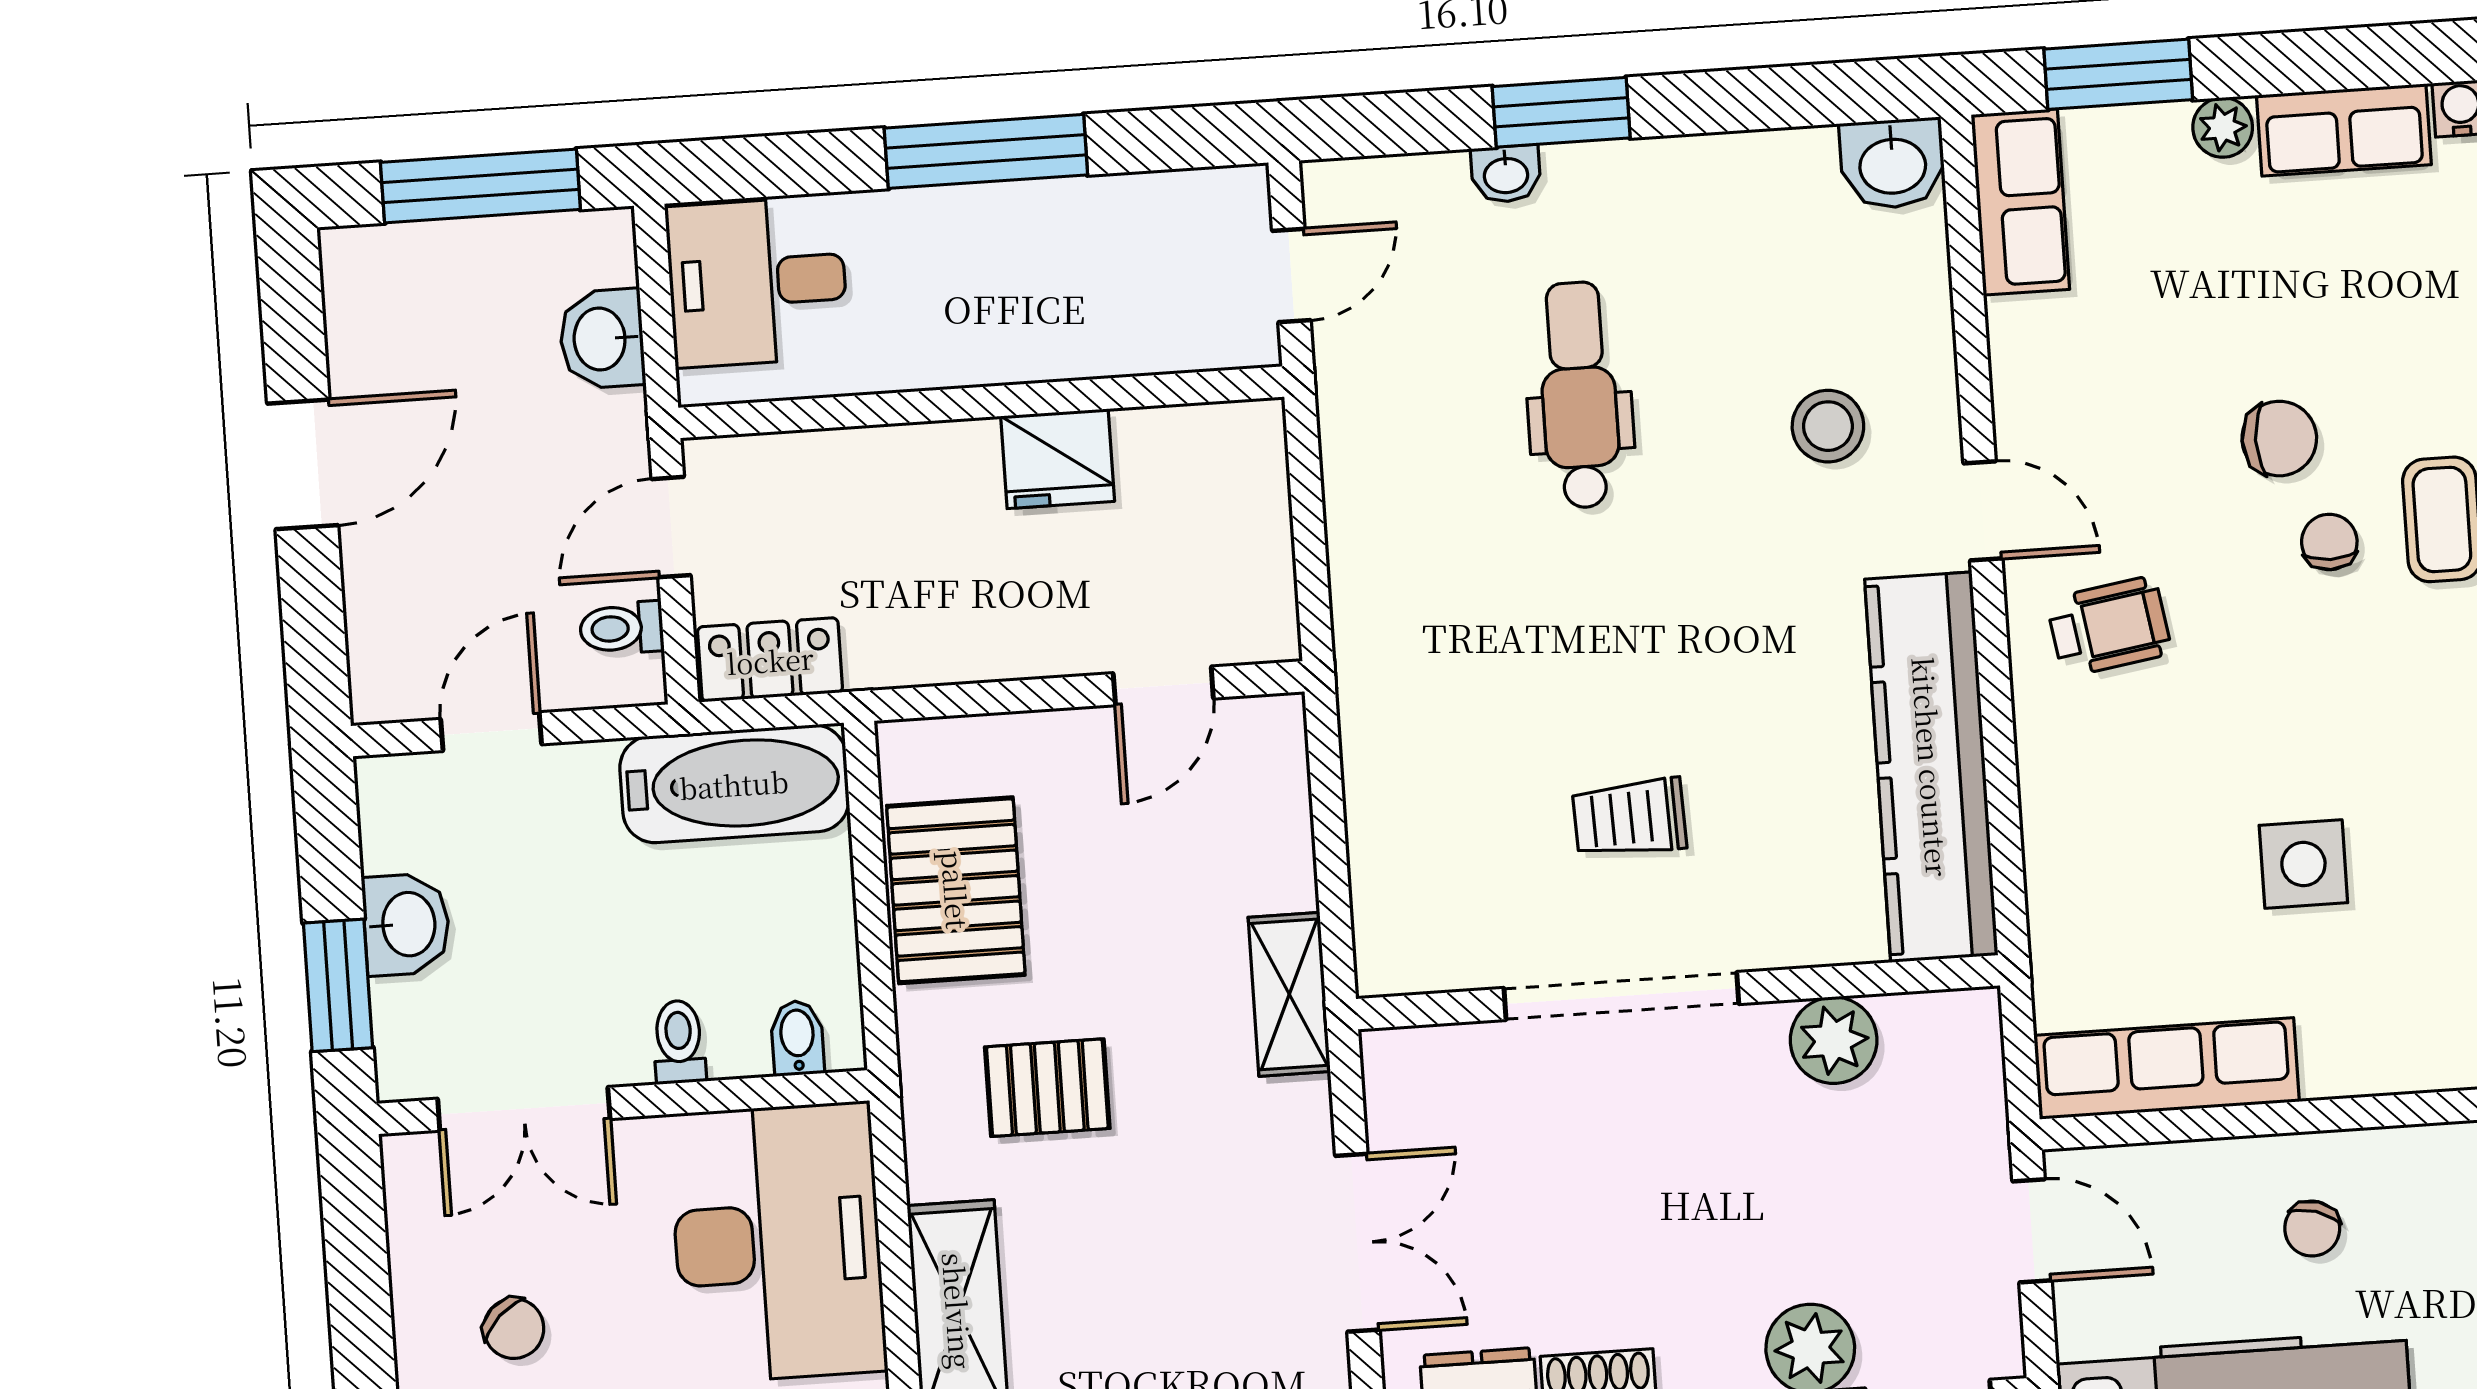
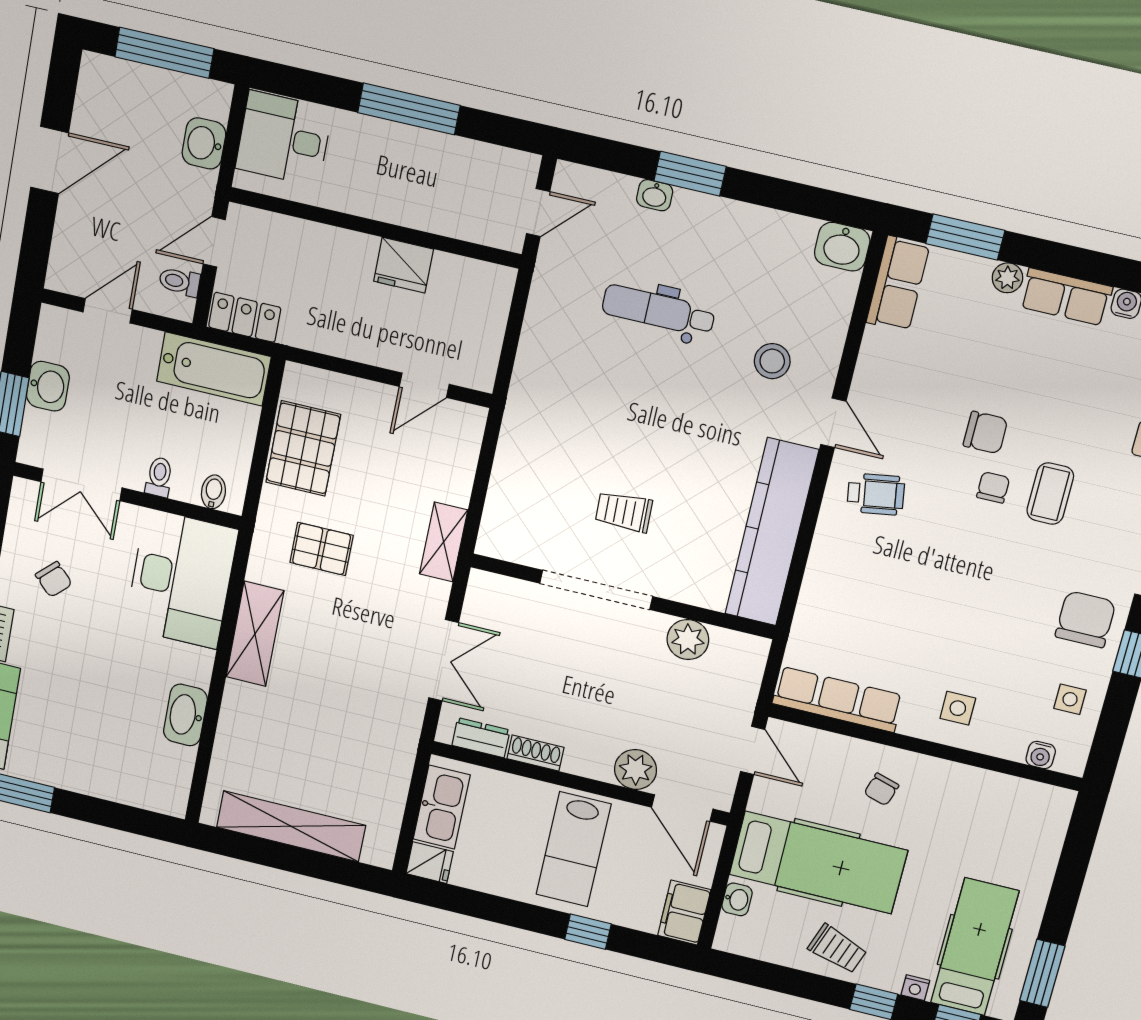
dental chair: (1579, 395) -> (658, 311), turned -90
side table: (2303, 864) -> (958, 708), moved, width x0.73, depth x0.73

